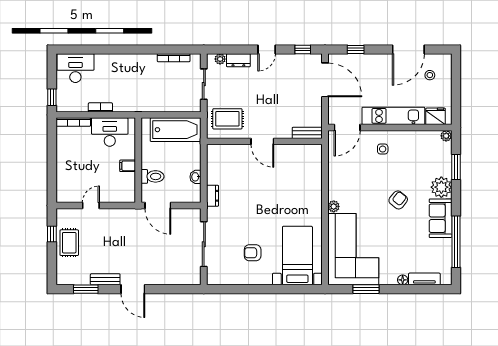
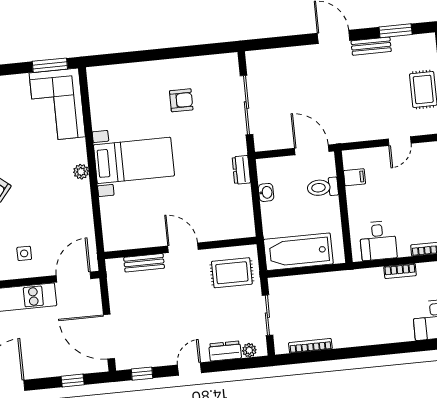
desk: (110, 132) -> (378, 241), width x0.73
bench: (307, 133) -> (144, 263), moved
filing cabinet: (128, 166) -> (355, 177), moved
corner sofa: (353, 249) -> (57, 105), width x0.73, depth x0.74
bed with nightstands: (297, 256) -> (134, 160), moved, turned -90
window: (366, 289) -> (50, 65), moved

